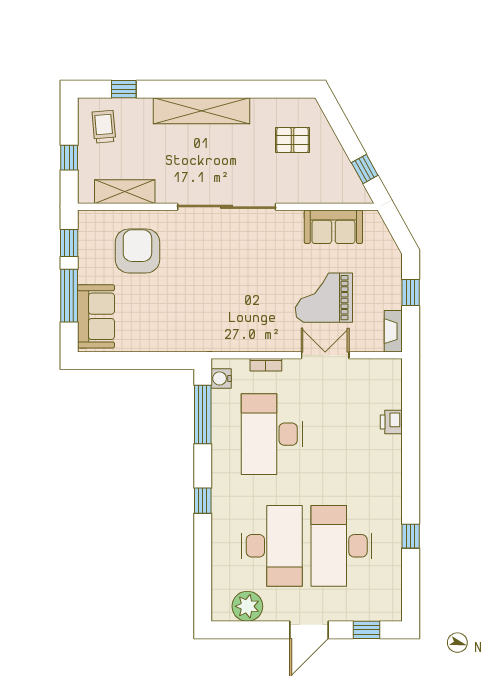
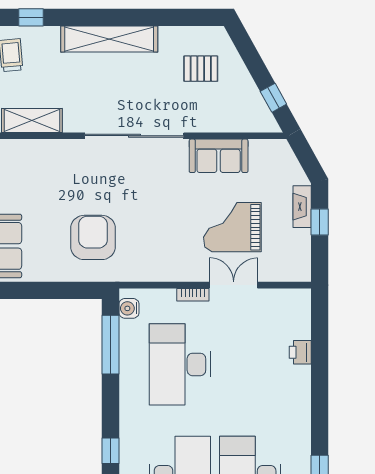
sofa: (333, 227) -> (219, 156), moved
armchair: (137, 251) -> (93, 237), moved
fireplace: (393, 331) -> (302, 207), moved
bookcase: (266, 365) -> (193, 295), moved
window: (203, 501) -> (110, 451), moved

